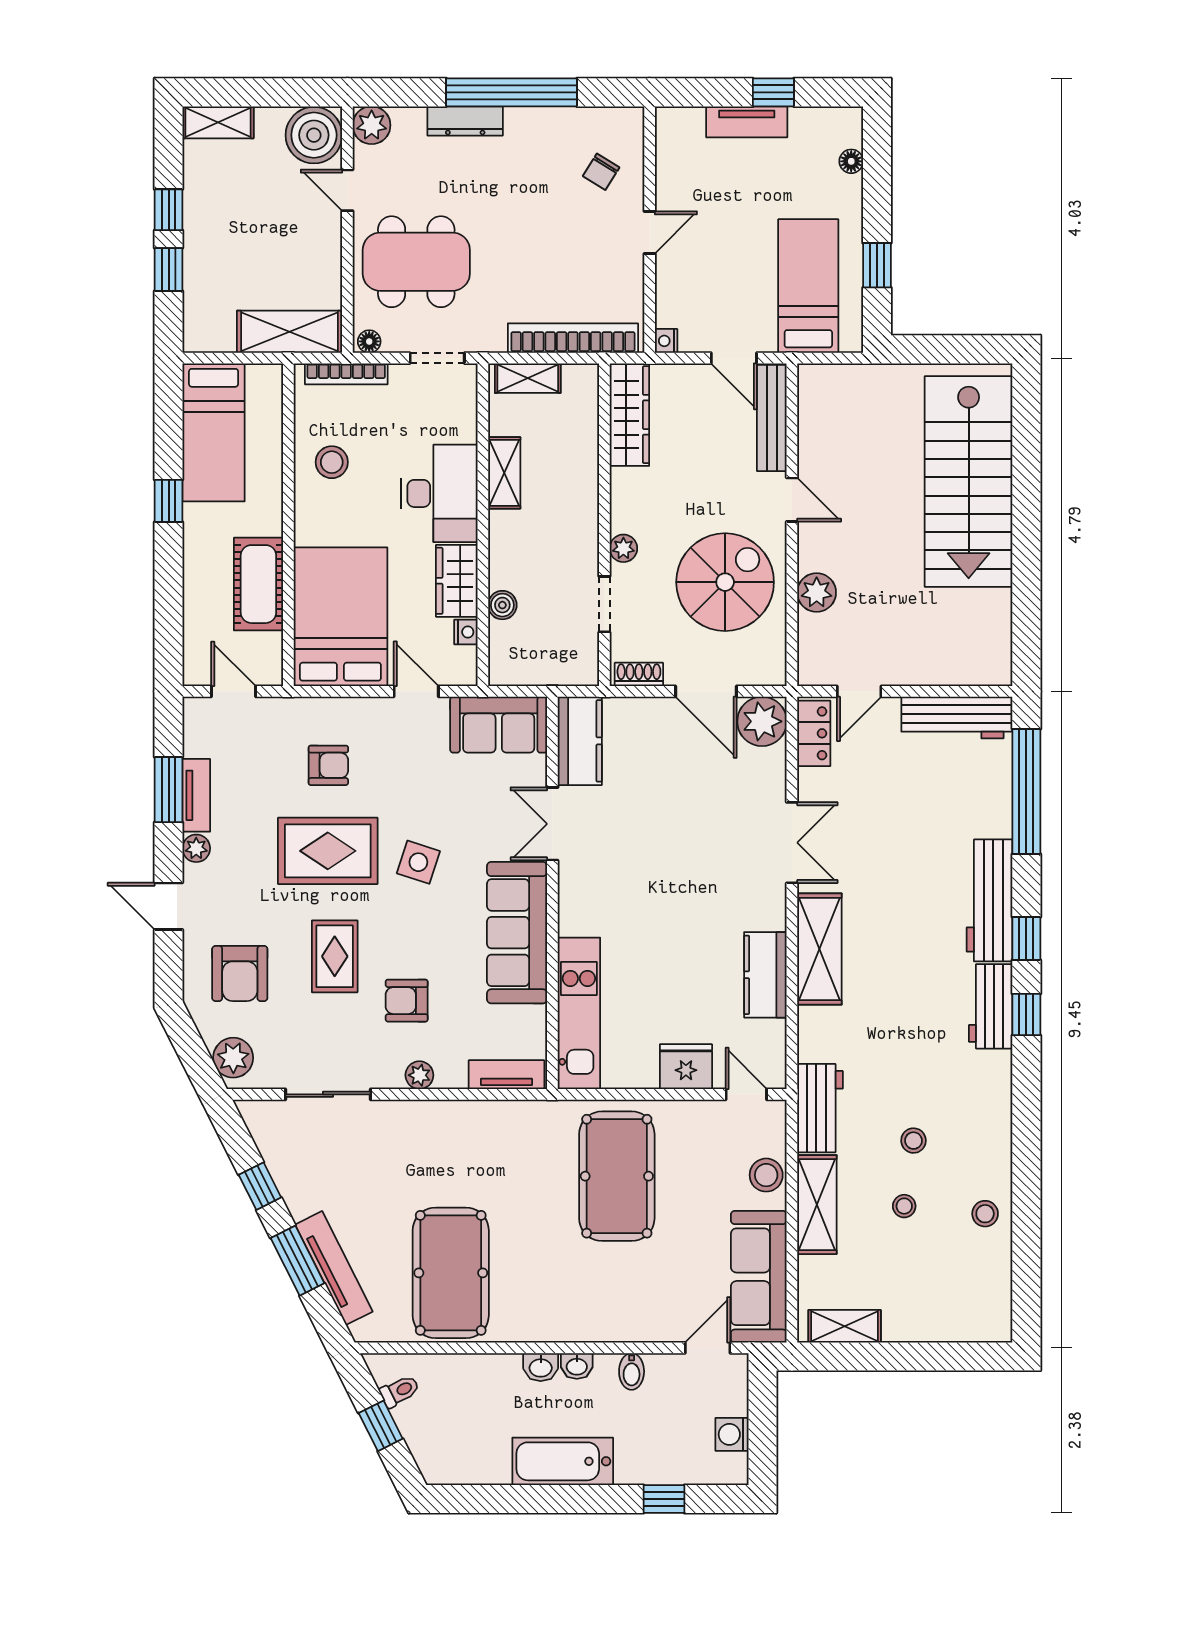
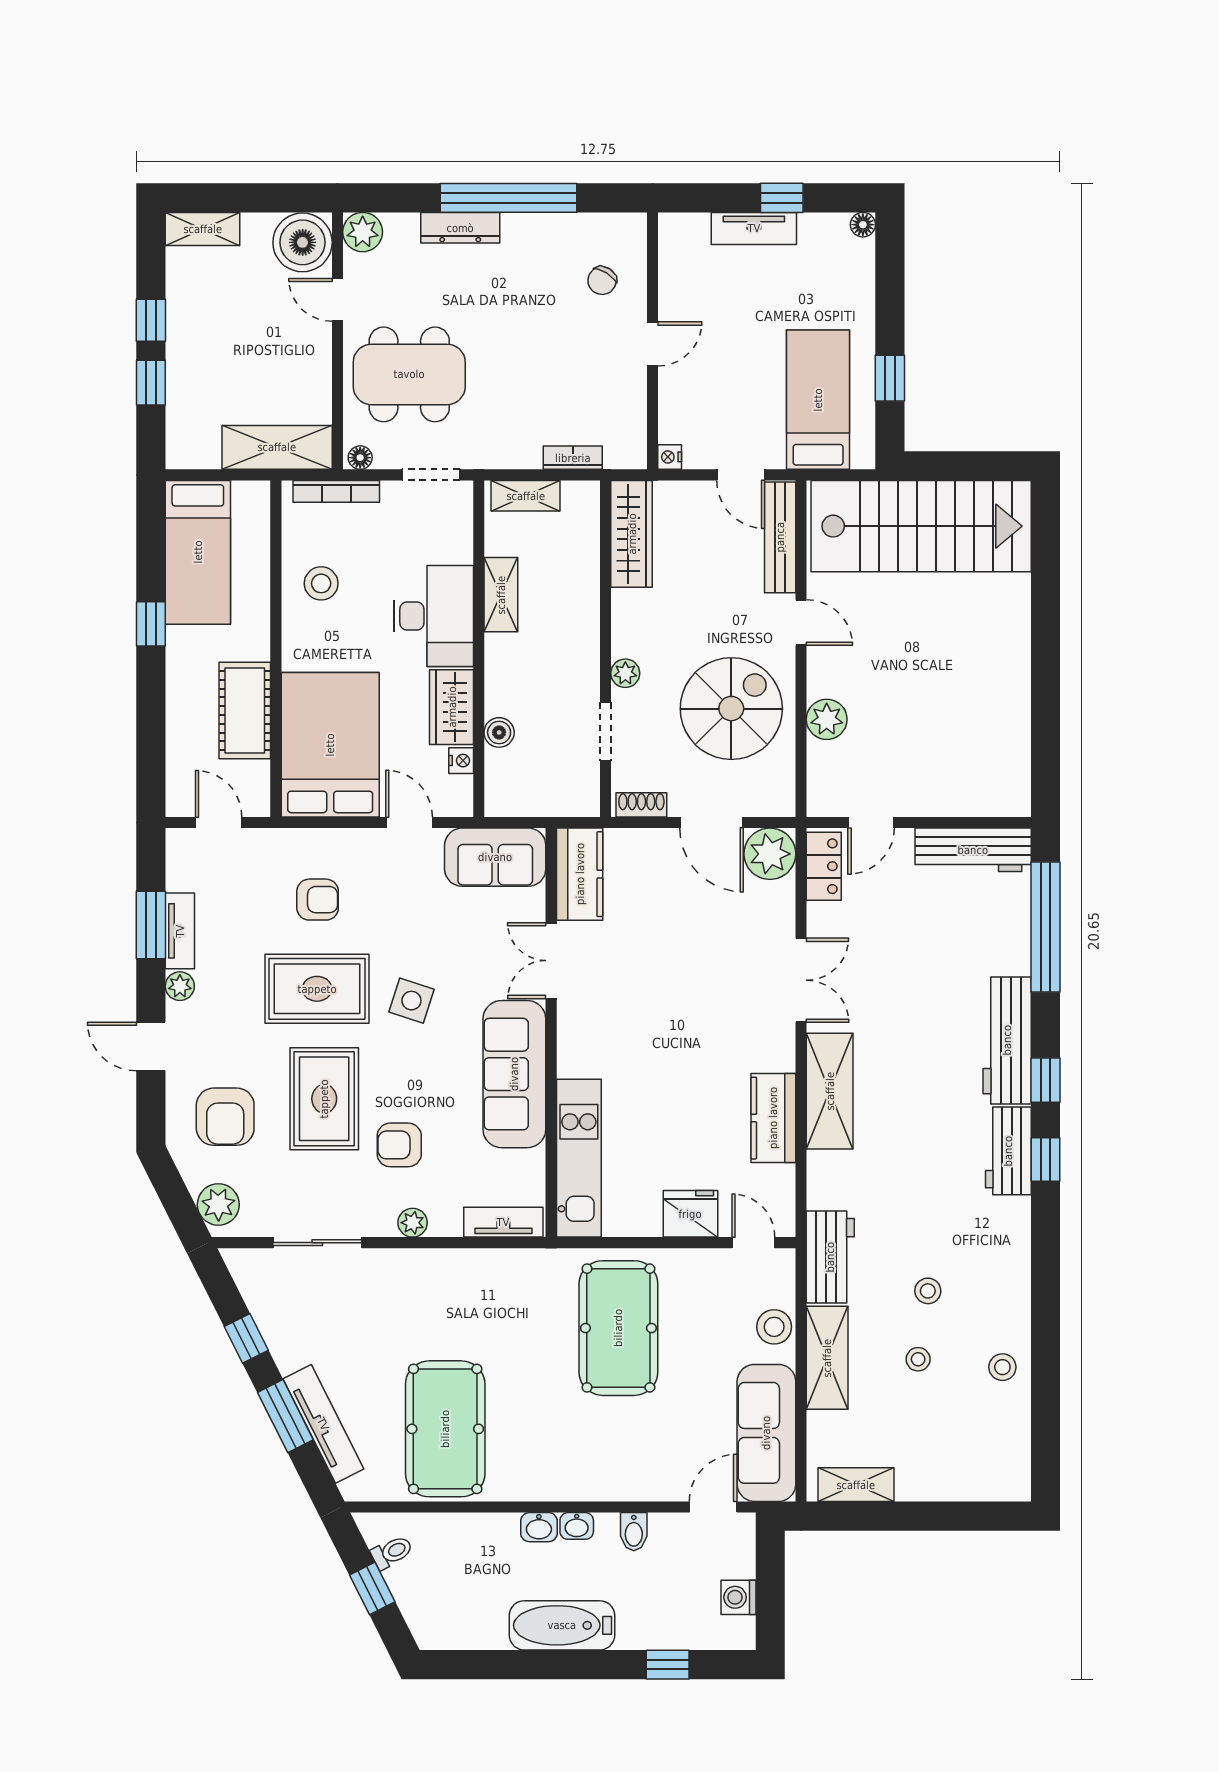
floor lamp: (851, 161) -> (863, 225), moved
bookcase: (573, 338) -> (573, 458), width x0.43, depth x0.76
stairs: (969, 481) -> (921, 526), moved, turned -90
rug: (335, 956) -> (324, 1099), width x1.36, depth x1.43

